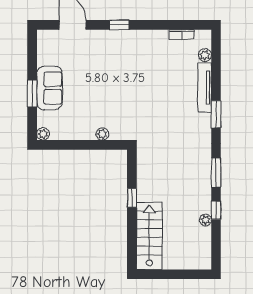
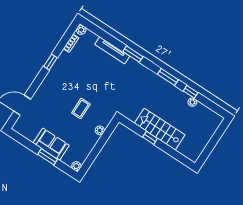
window: (119, 25) -> (50, 62), moved
plant: (205, 55) -> (81, 30), moved
coffee table: (113, 95) -> (81, 108), added
stairs: (149, 236) -> (160, 129), moved

